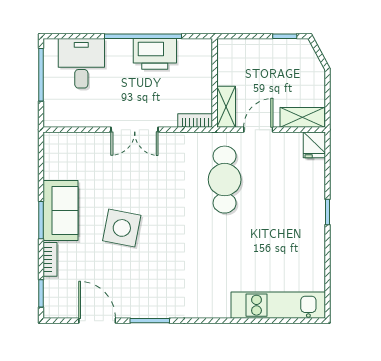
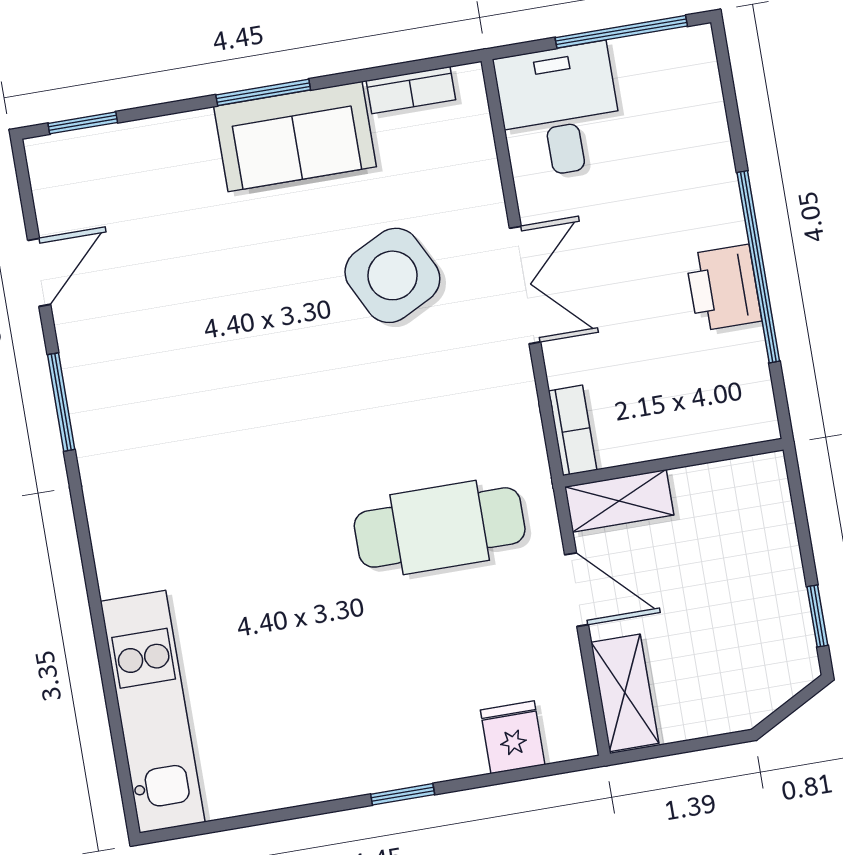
printer: (155, 54) -> (724, 288), width x0.73, depth x0.84
desk: (81, 63) -> (559, 111), moved, turned -90
double door: (135, 130) -> (525, 285), swing flipped
fridge: (314, 145) -> (513, 737), moved, turned 90
side table: (122, 228) -> (392, 275), moved, turned -38
bookcase: (50, 259) -> (411, 90), moved
door: (97, 321) -> (39, 272), width x0.73

